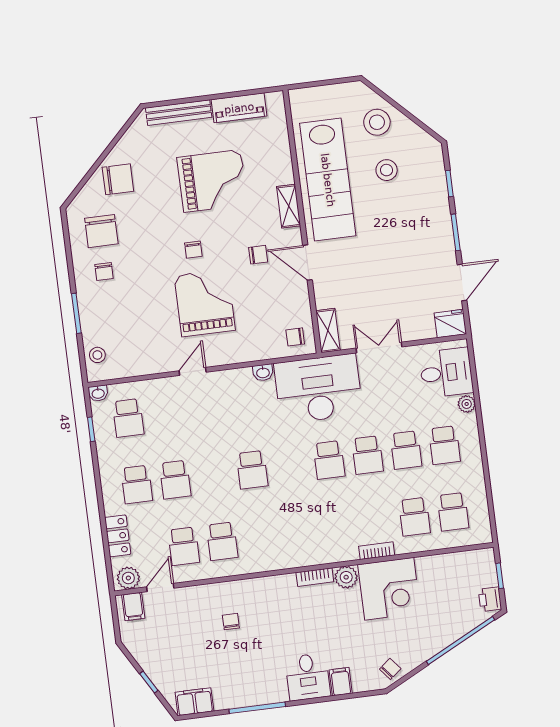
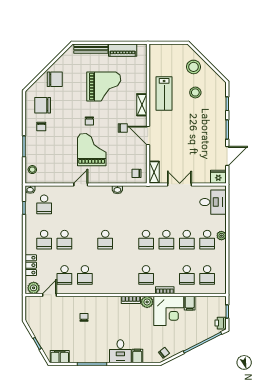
lab bench: (328, 180) -> (164, 93), width x0.54, depth x0.72
chair: (101, 231) -> (43, 105), turned 90
desk: (318, 389) -> (145, 202), removed
plant: (467, 404) -> (221, 236), moved
school desk: (338, 526) -> (146, 275), added
filing cabinet: (133, 606) -> (190, 303), moved

